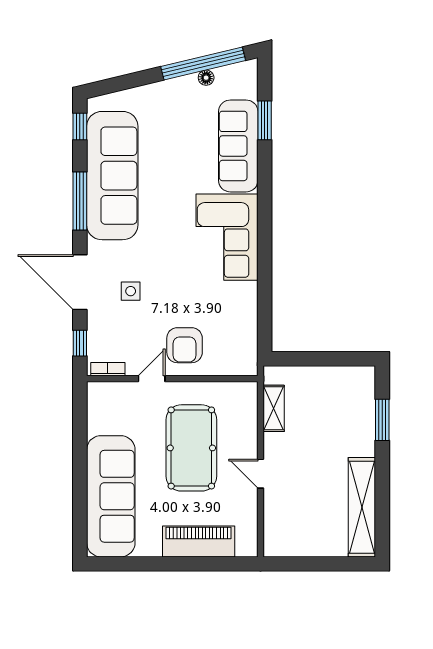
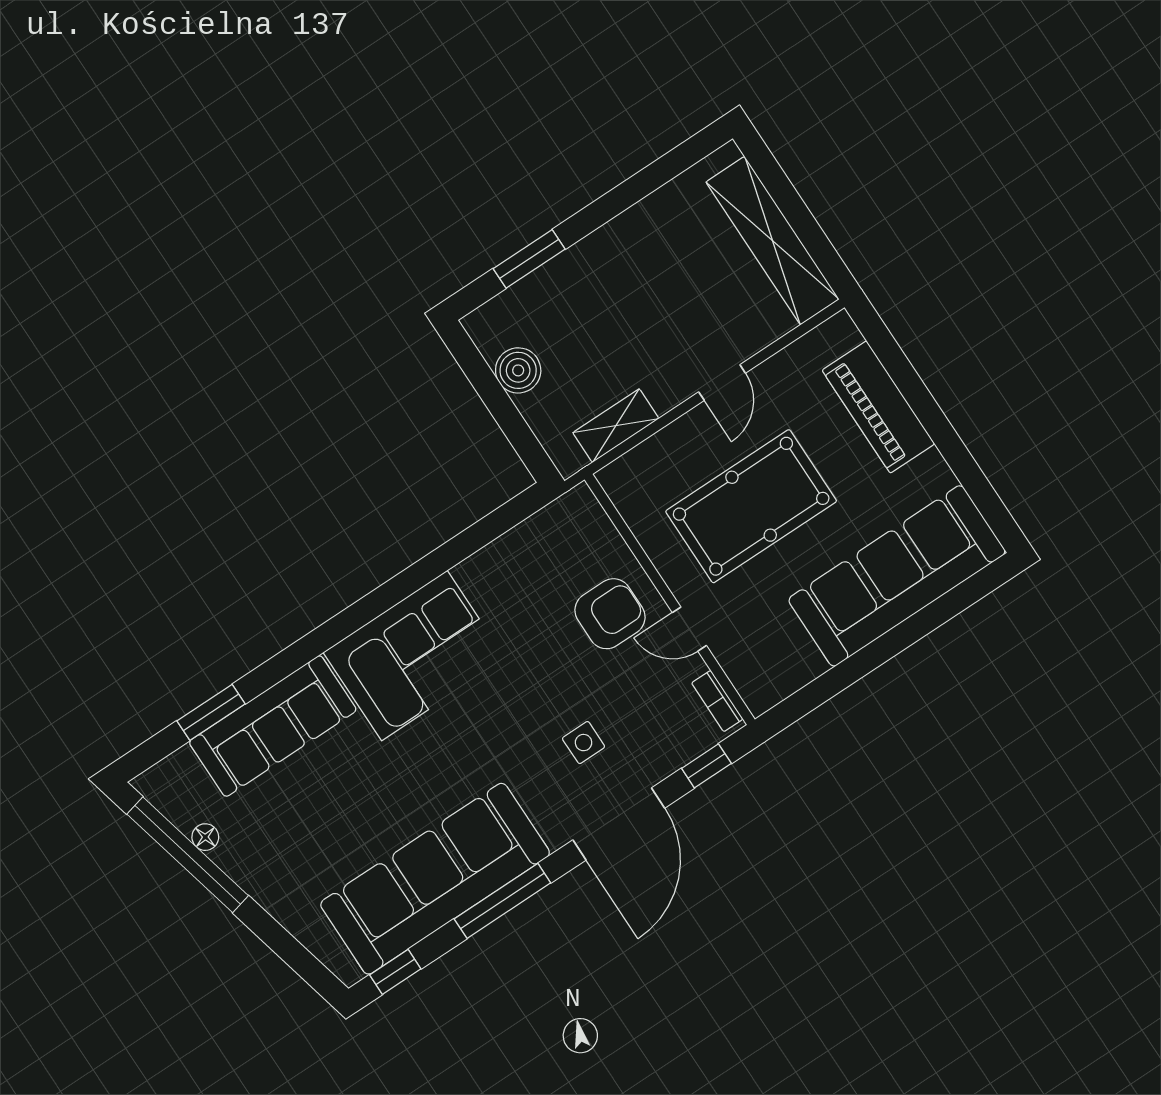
boiler: (332, 379) -> (518, 370), added
shelving: (362, 507) -> (772, 241), moved, turned 90

